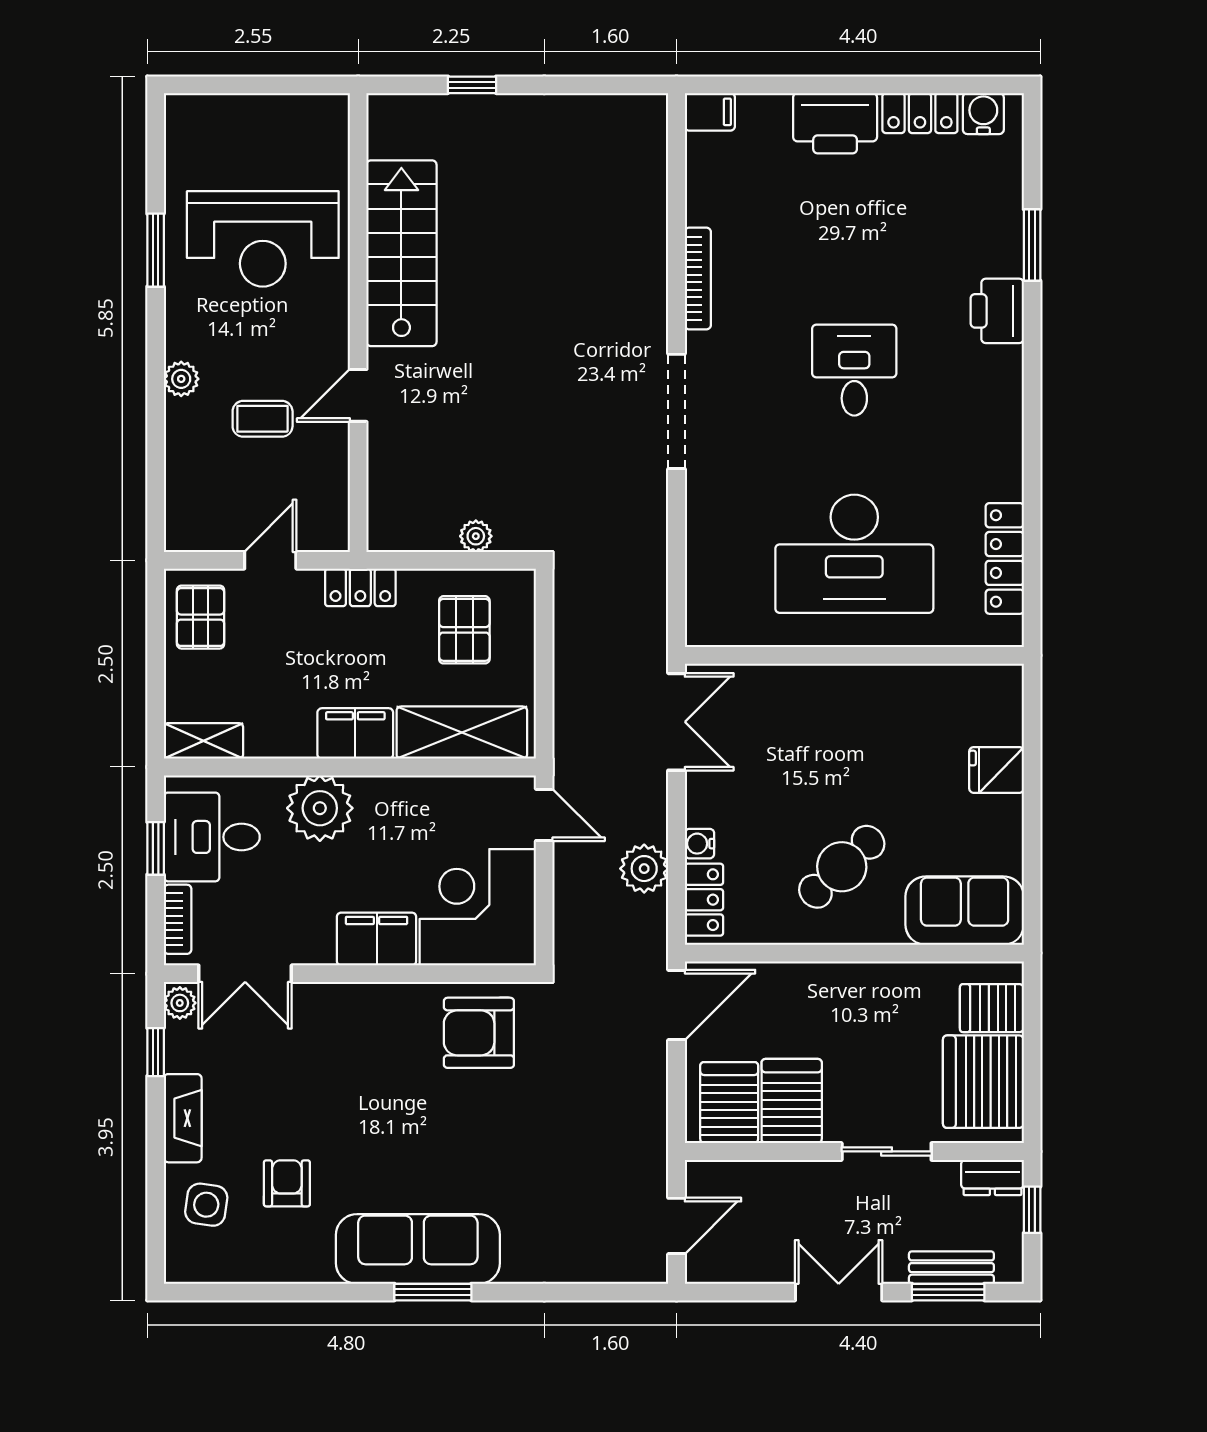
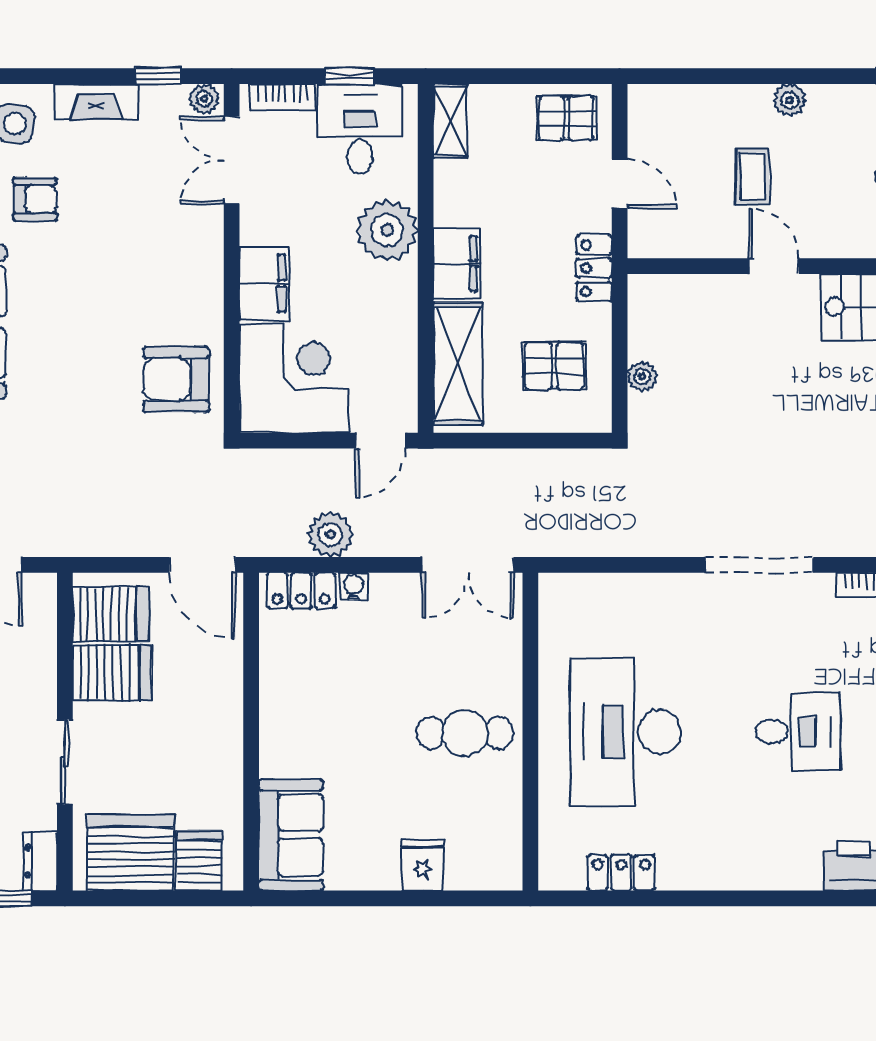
locker: (1005, 558) -> (621, 873), width x0.66
cafe table: (842, 867) -> (465, 733), moved, turned -47
armchair: (479, 1033) -> (176, 379), turned -90

